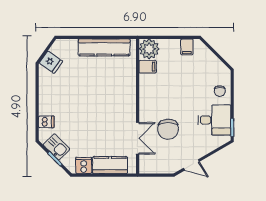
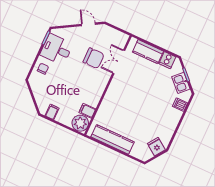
chair: (168, 129) -> (94, 58), turned 90

